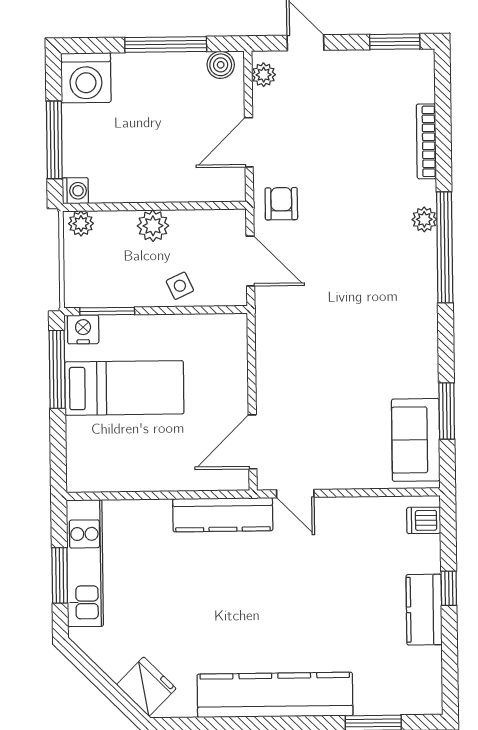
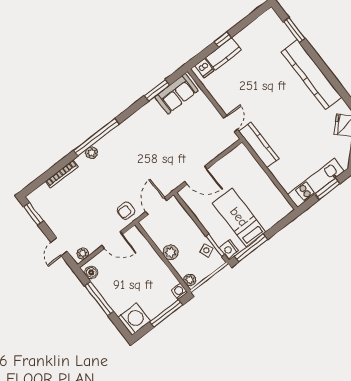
side table: (180, 286) -> (206, 250), moved
door: (253, 442) -> (196, 175), moved
kitchen counter: (424, 610) -> (223, 54), moved

